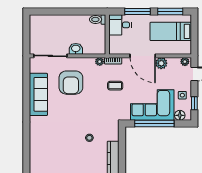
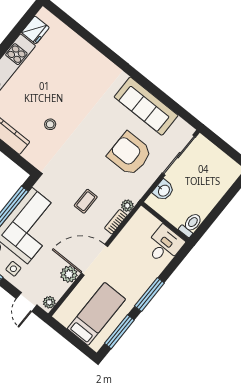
toilet: (98, 19) -> (191, 225), moved
desk: (120, 25) -> (164, 245), moved
wall: (107, 34) -> (165, 222), moved

